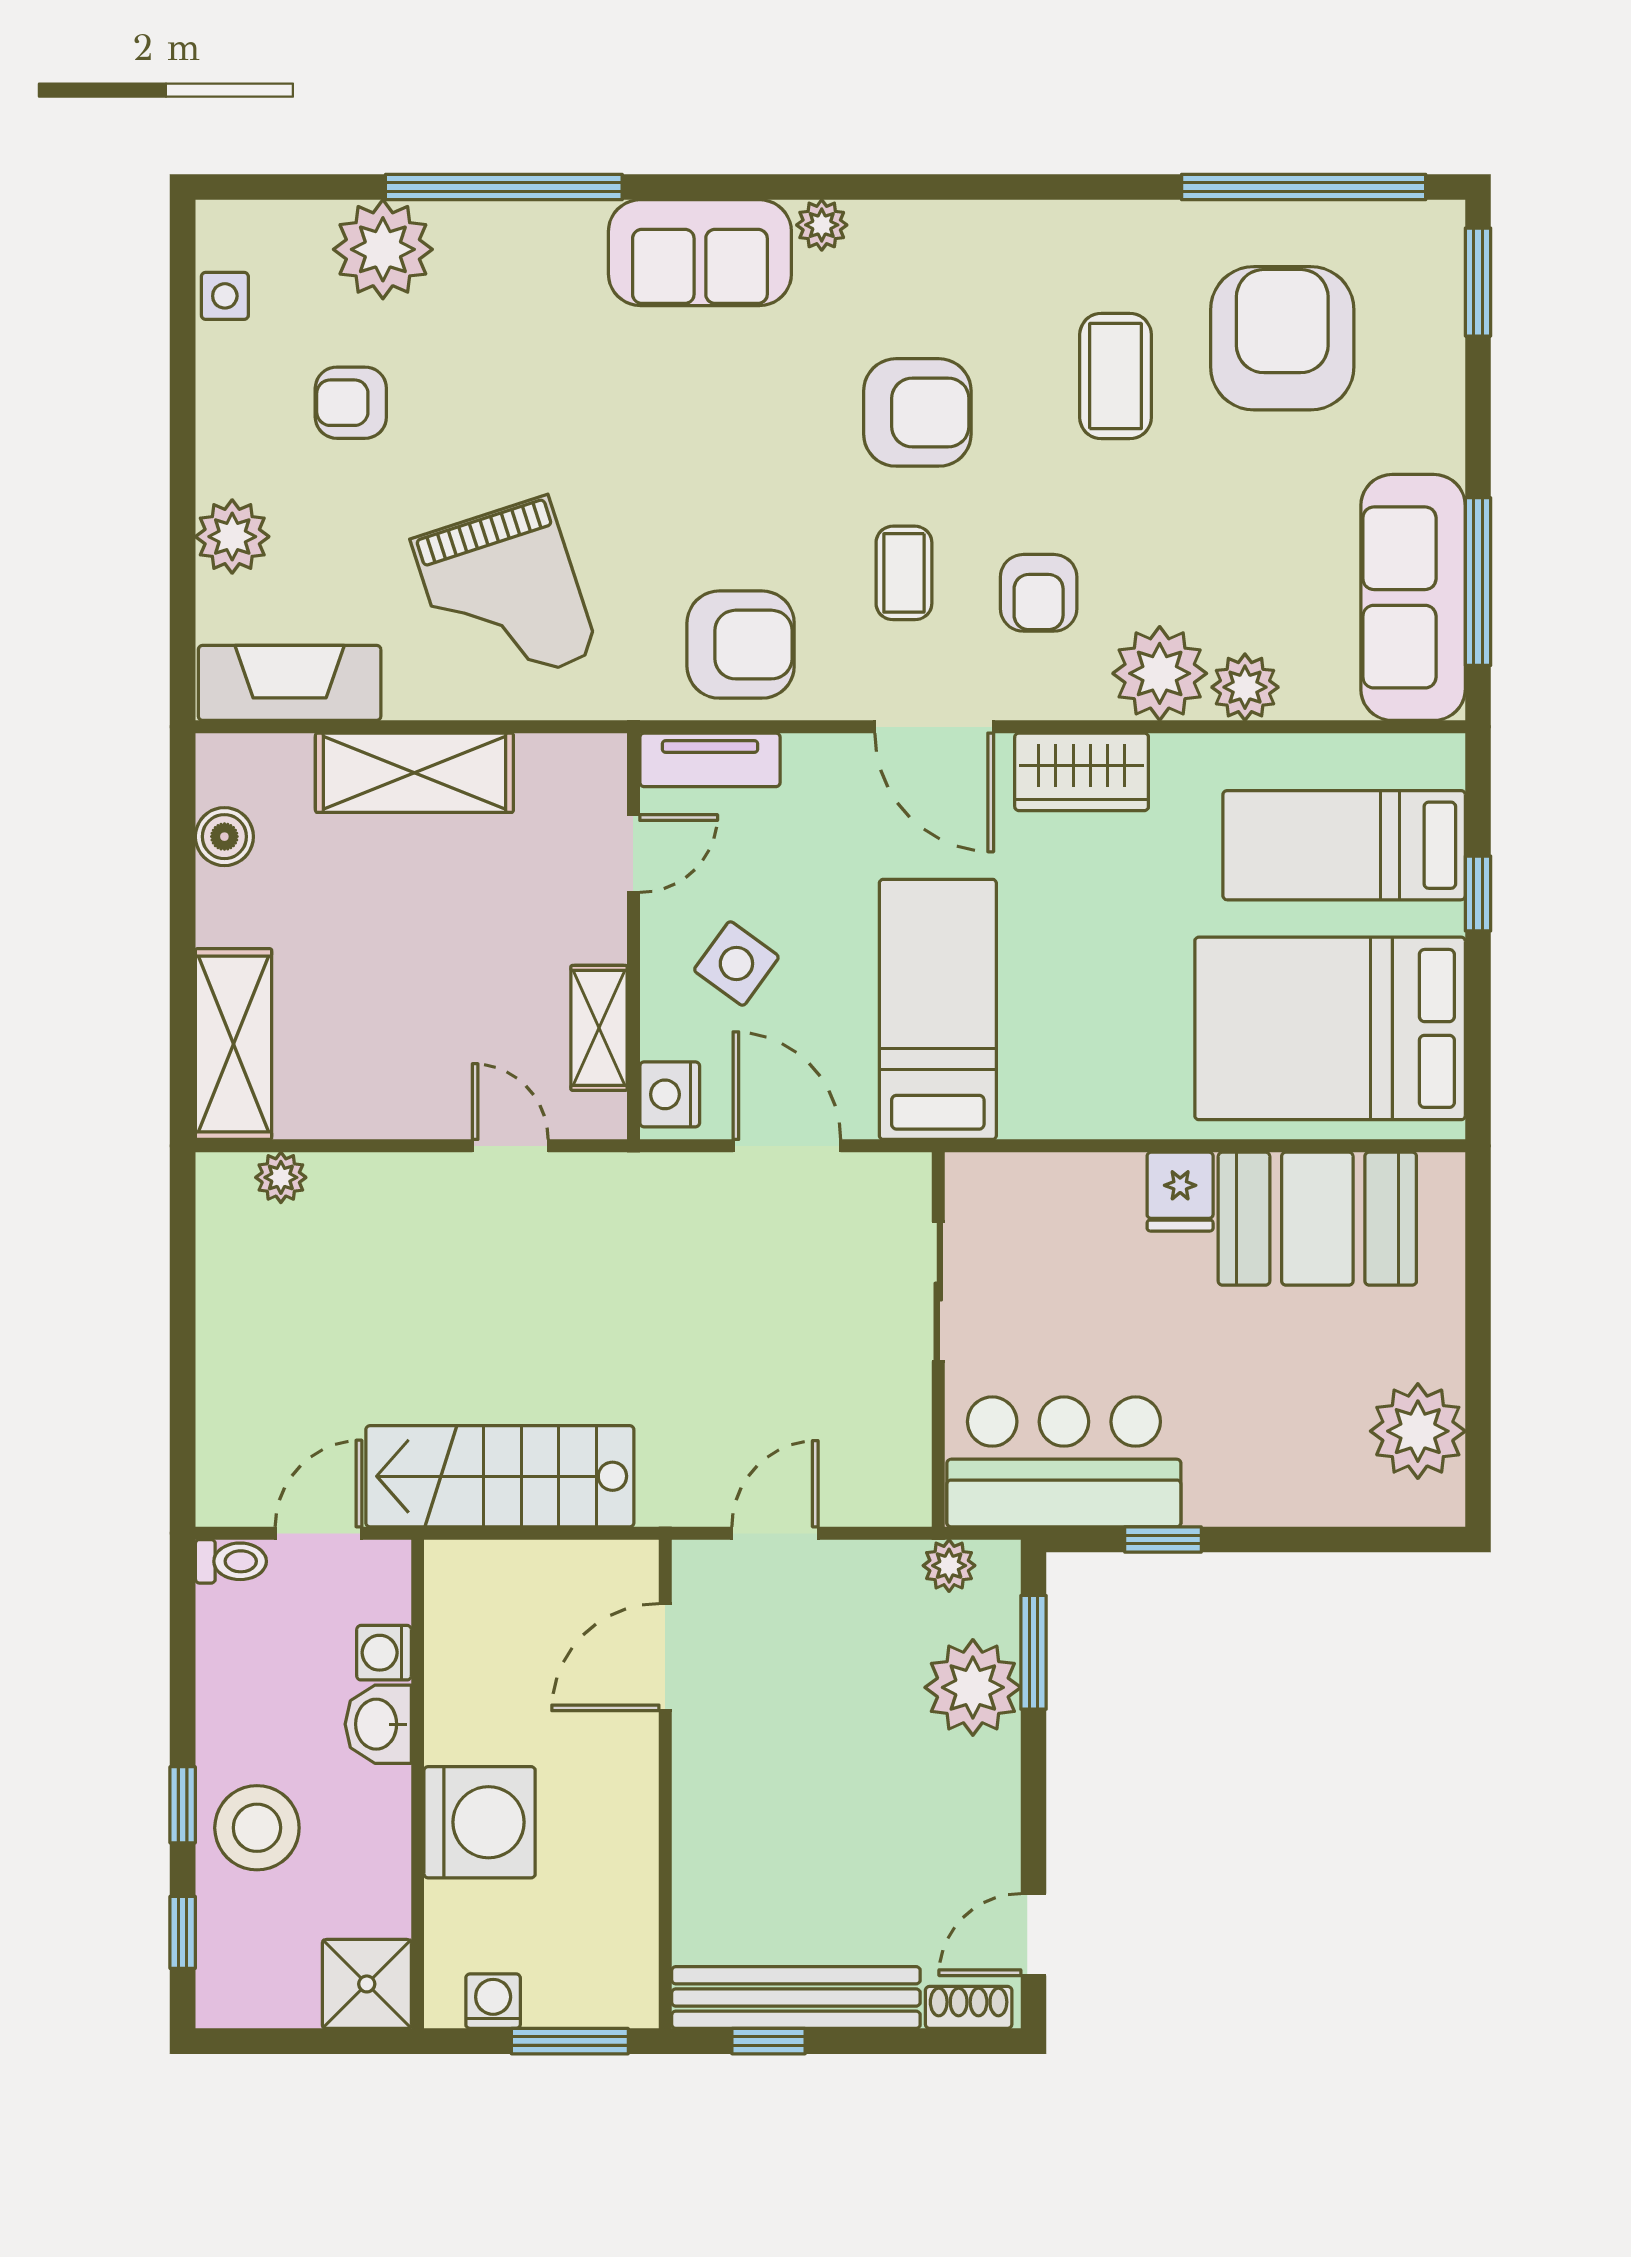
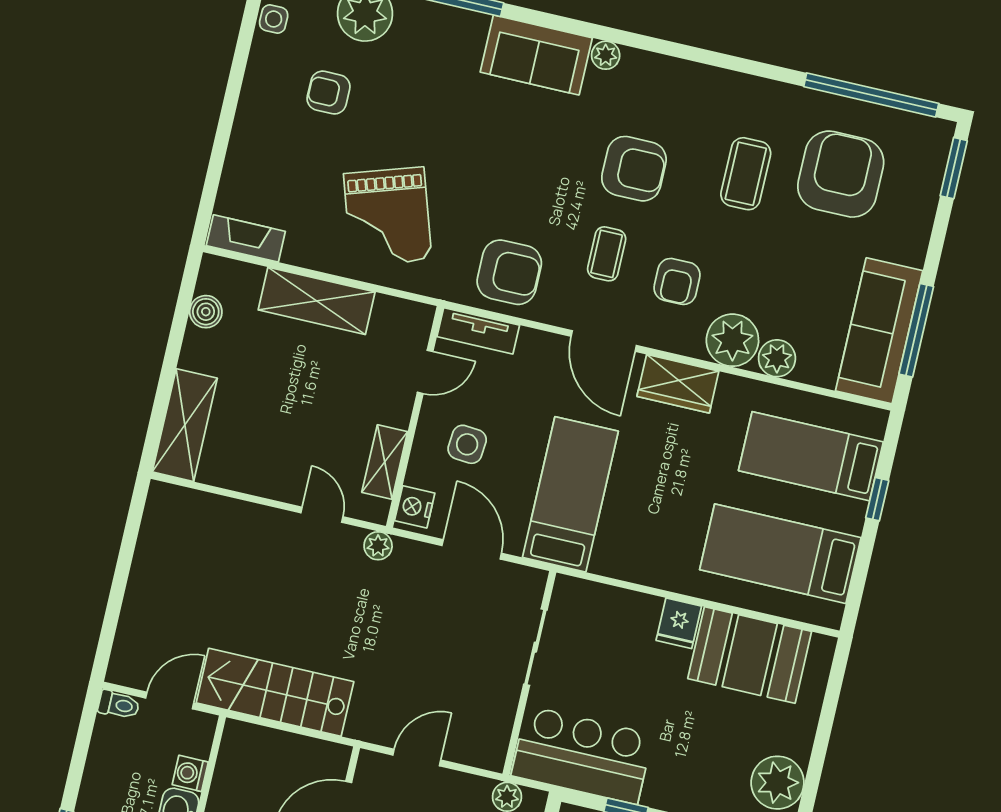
plant: (232, 537) -> (248, 150), removed
fireplace: (290, 683) -> (246, 238), width x0.73, depth x0.76
side table: (736, 964) -> (467, 444), turned -31
bed: (1330, 1028) -> (780, 554), width x0.67
plant: (281, 1177) -> (378, 546), moved

